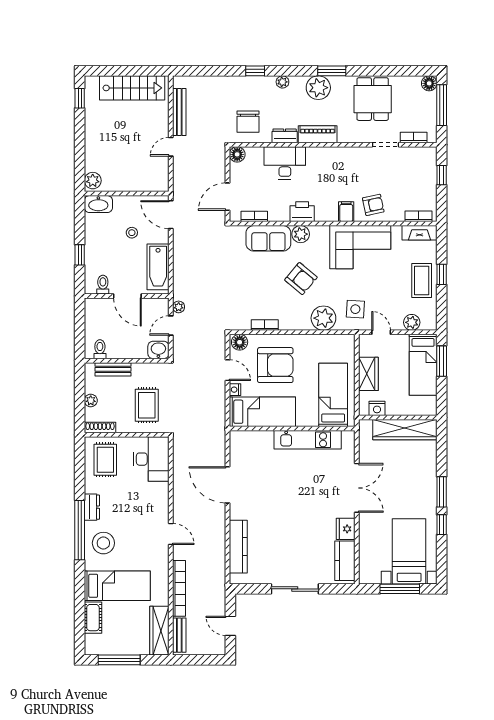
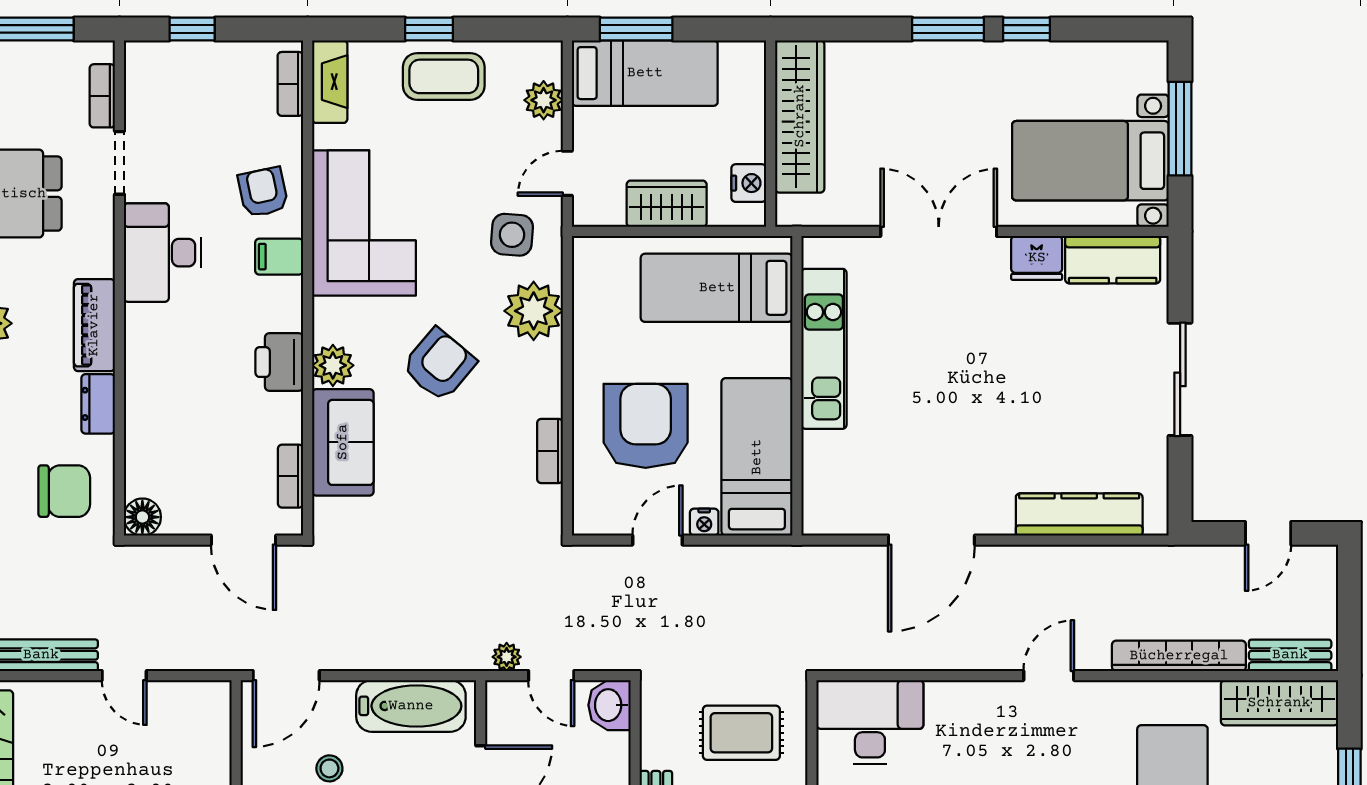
desk: (285, 163) -> (163, 253), moved
floor lamp: (240, 342) -> (591, 511), removed
bed with nightstands: (409, 551) -> (1090, 161), moved

